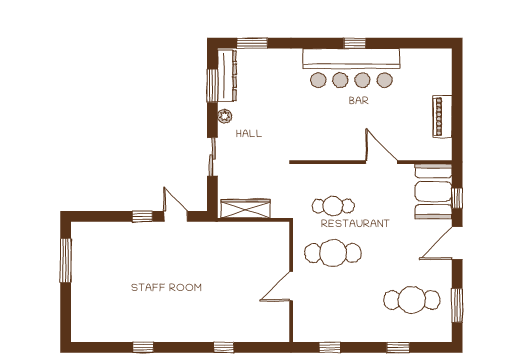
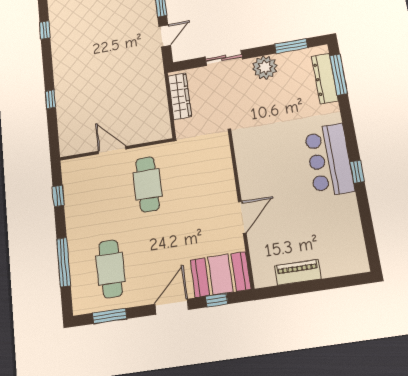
window: (252, 43) -> (339, 75), width x1.44
bar counter: (351, 68) -> (329, 160), width x0.73
dresser: (227, 76) -> (325, 79), moved, turned 90
plant: (225, 116) -> (265, 67), width x1.87, depth x1.87
cafe table: (333, 206) -> (193, 177), removed
door: (457, 243) -> (172, 307), hinge flipped
window: (398, 347) -> (64, 262), width x2.17

